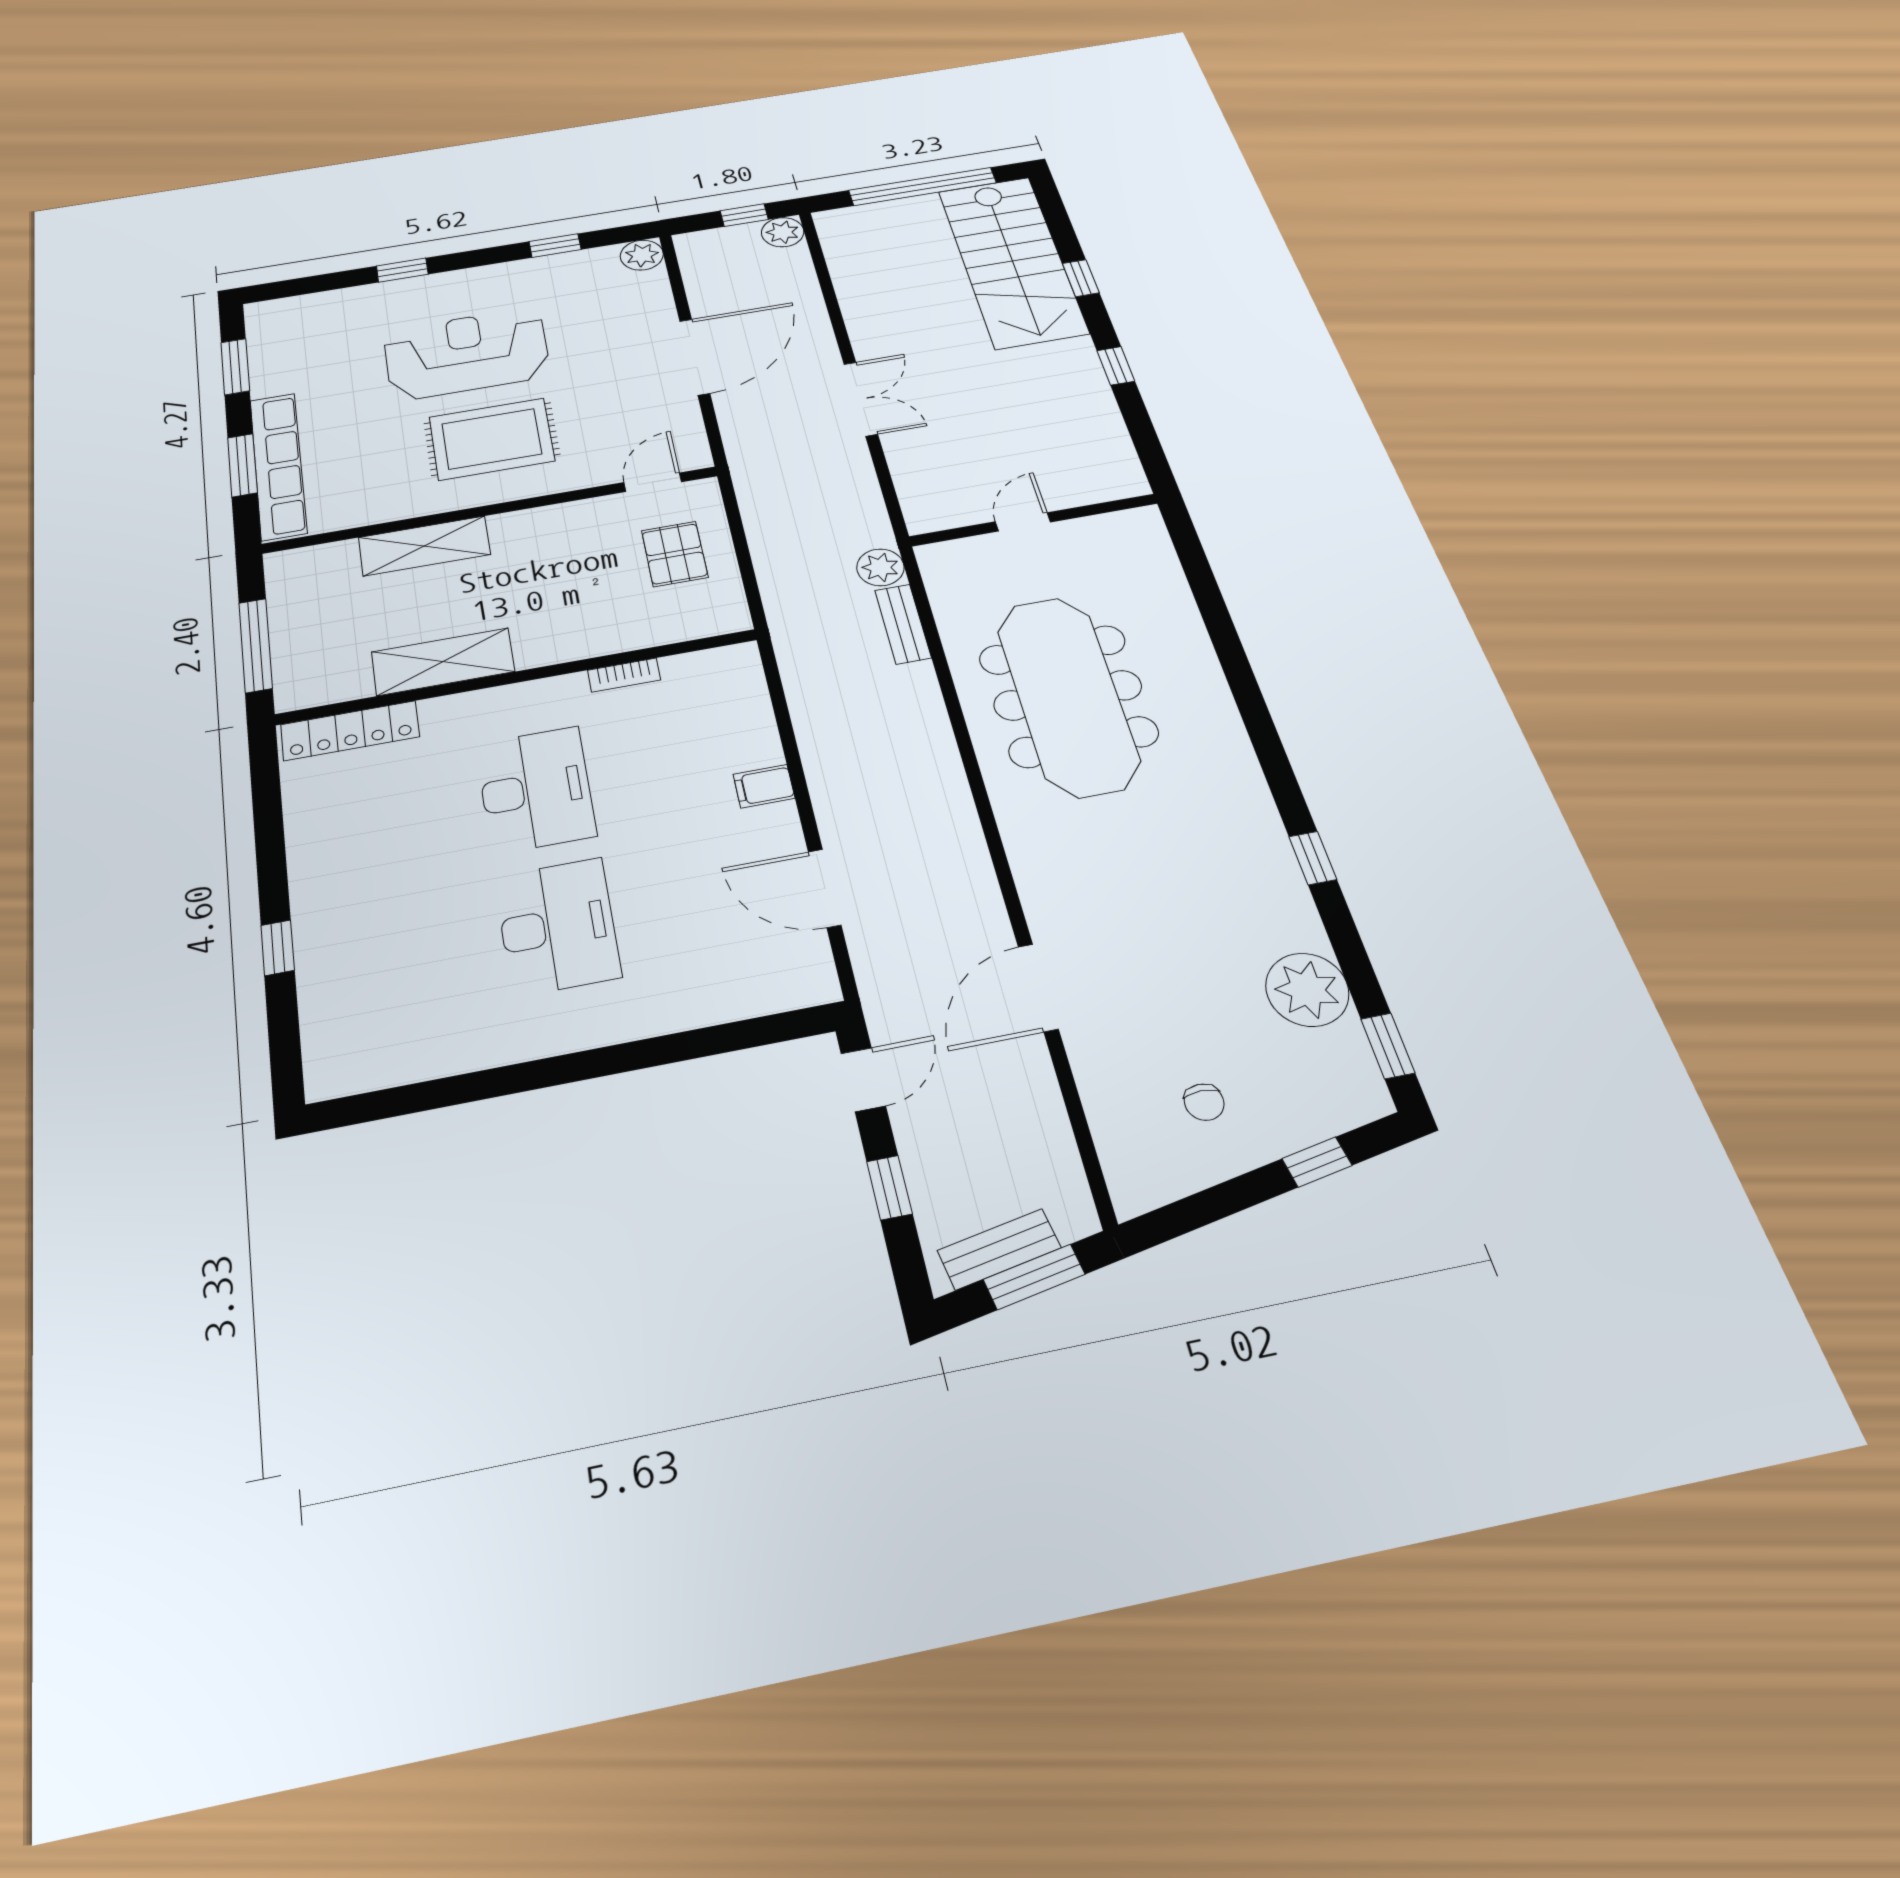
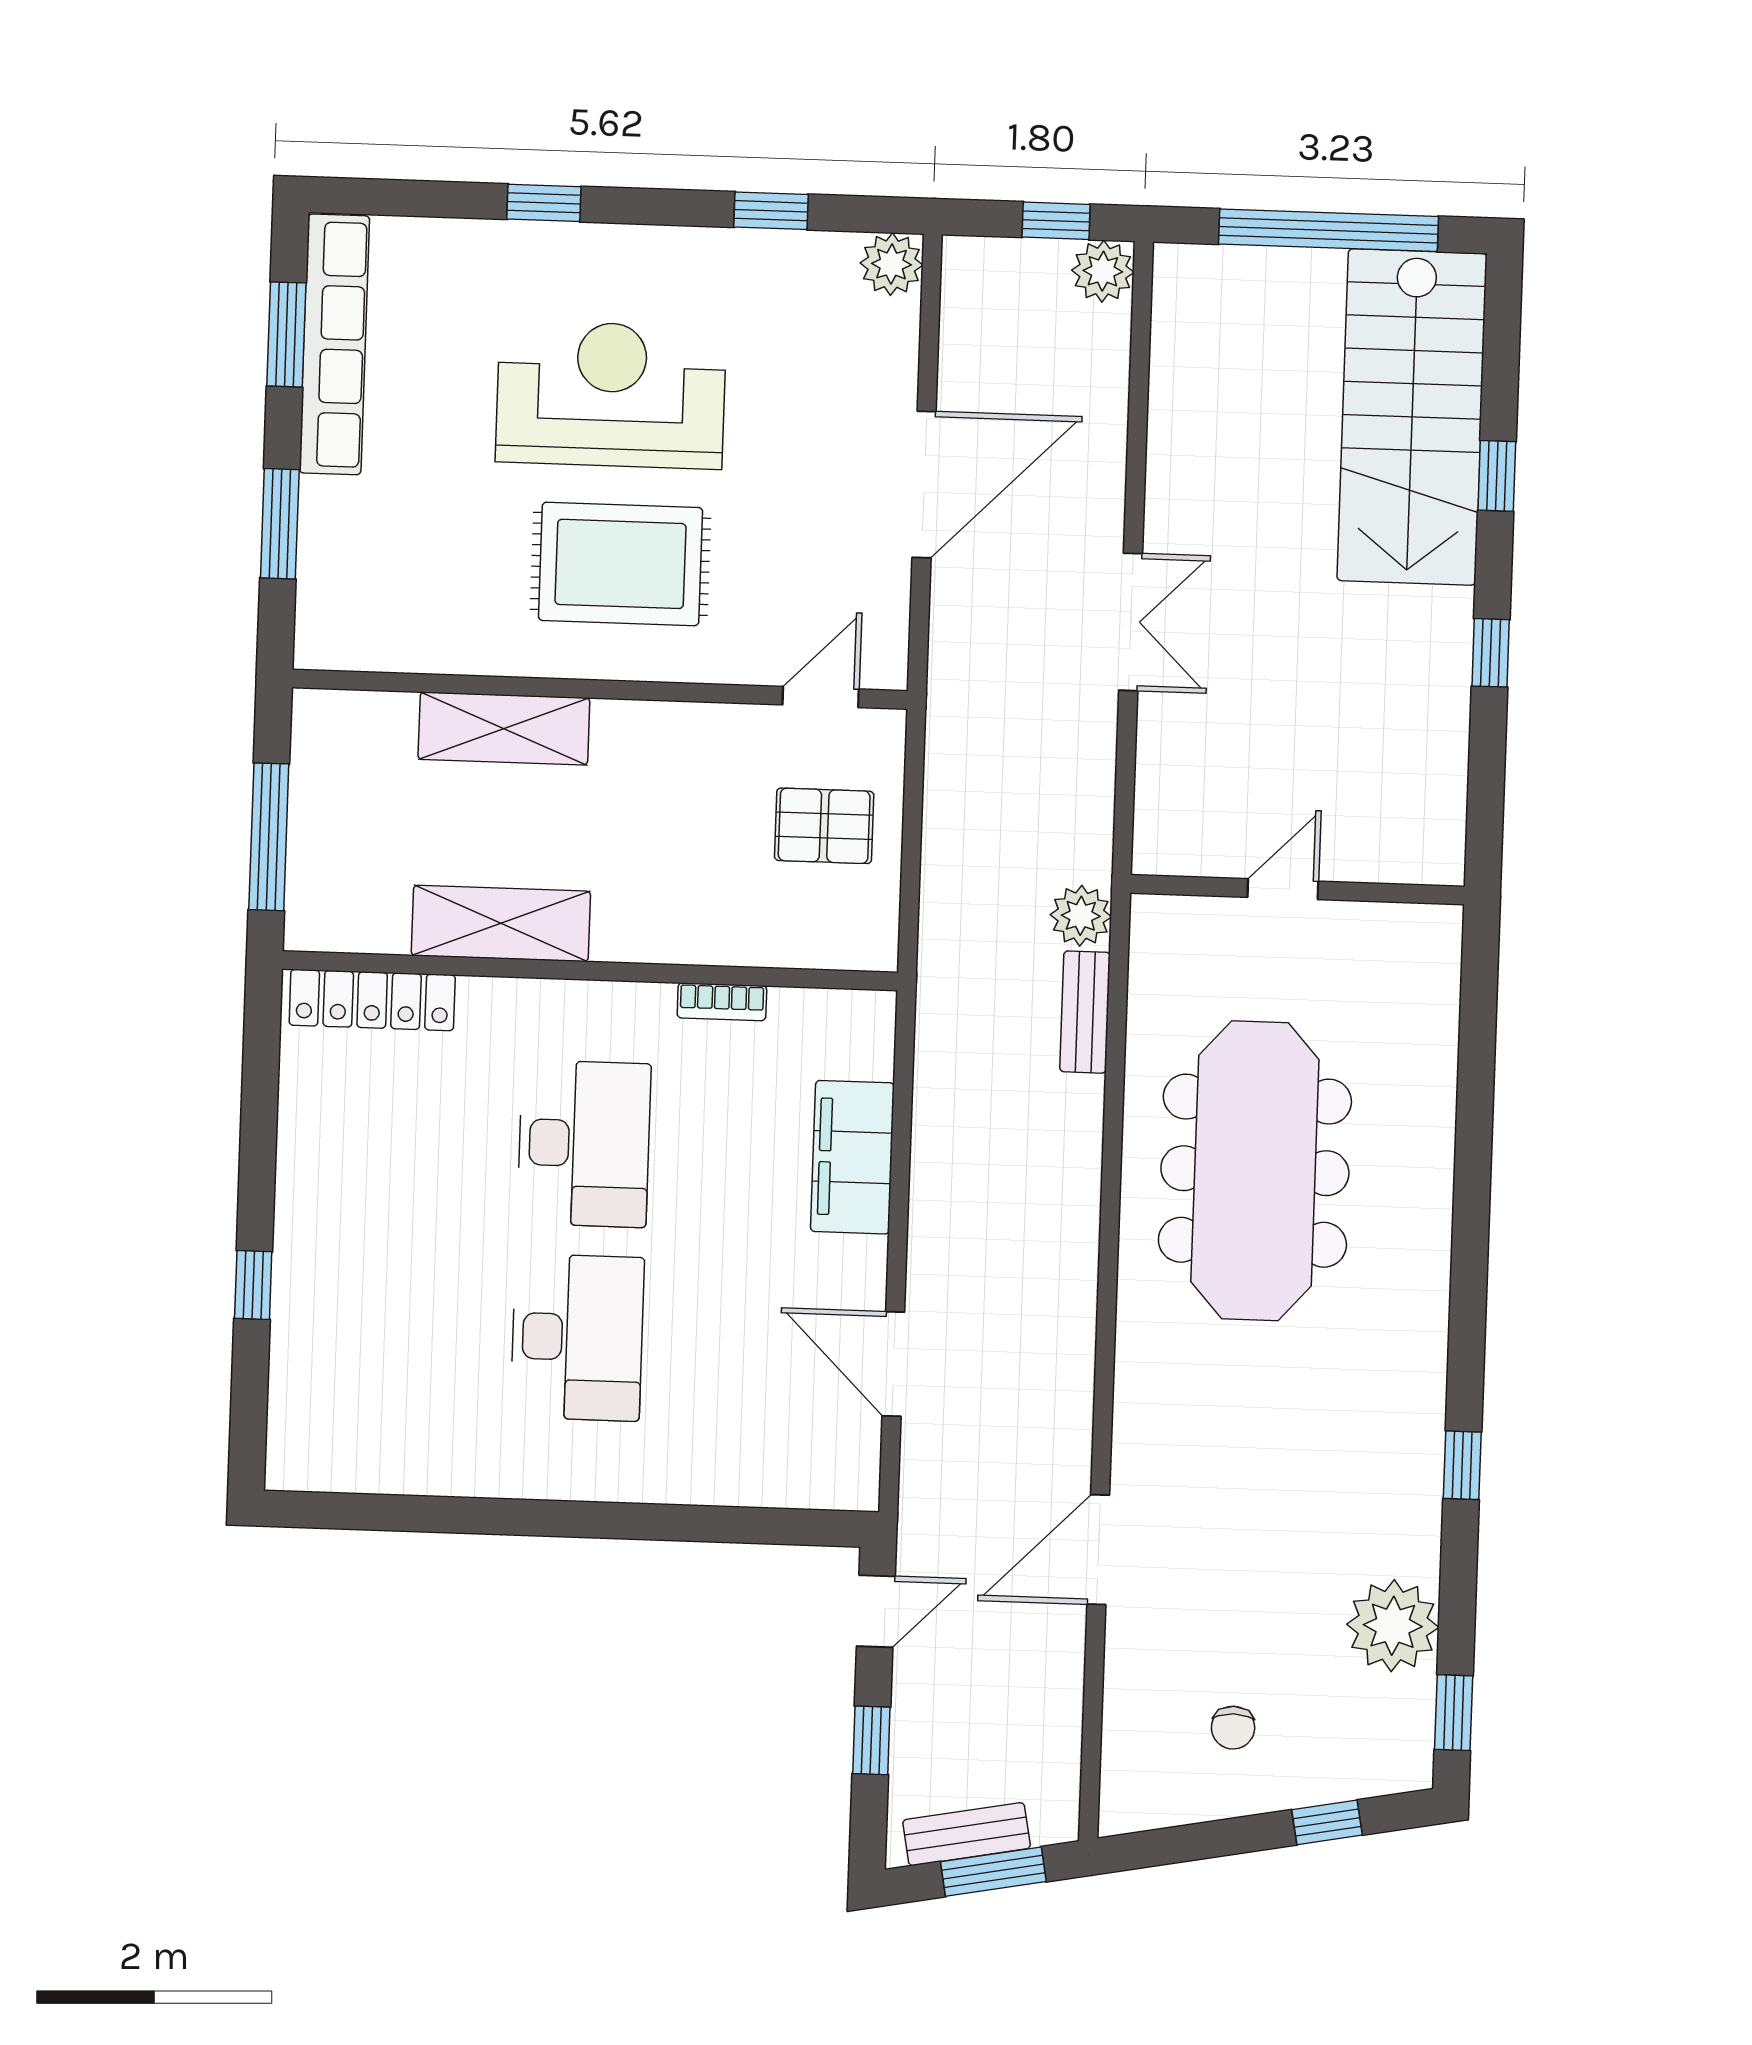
row of seats: (278, 466) -> (334, 344), moved
pallet: (675, 554) -> (824, 826), turned 90
filing cabinet: (764, 786) -> (852, 1157), width x3.00, depth x1.17

